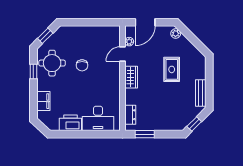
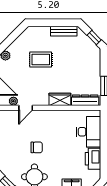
door: (122, 54) -> (26, 108), hinge flipped
wardrobe: (131, 77) -> (60, 99), moved
dresser: (130, 115) -> (85, 100), width x1.44

